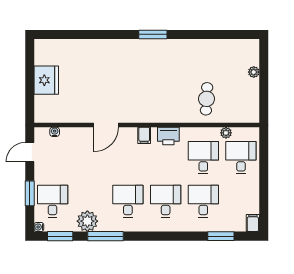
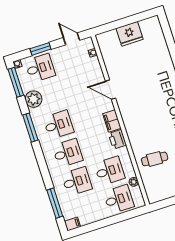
filing cabinet: (144, 135) -> (112, 121), width x2.00
window: (60, 236) -> (16, 82), width x1.44
window: (105, 236) -> (30, 128), moved
window: (221, 236) -> (55, 203), width x1.44

